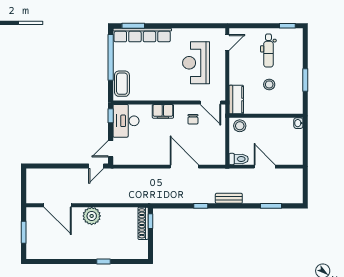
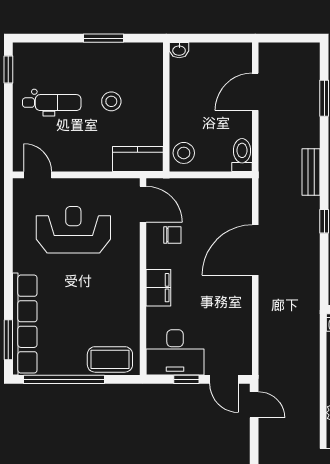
reception desk: (196, 63) -> (73, 230), turned 180
door: (210, 103) -> (143, 204), hinge flipped
window: (111, 116) -> (186, 379), moved
door: (265, 167) -> (255, 92), moved

